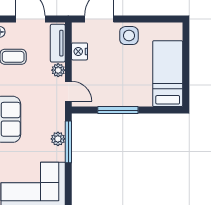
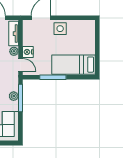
nightstand: (80, 51) -> (28, 52), moved
bed: (168, 74) -> (74, 65), moved, turned -90

